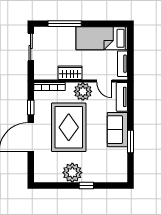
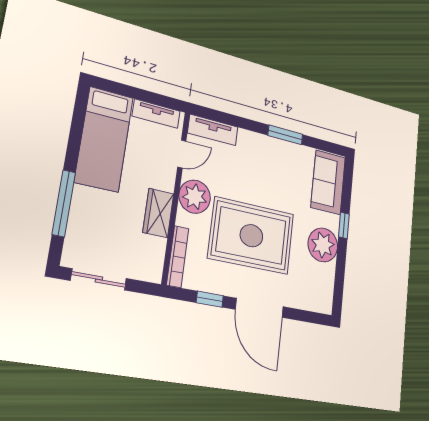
sofa: (117, 130) -> (328, 182), moved, turned 90

